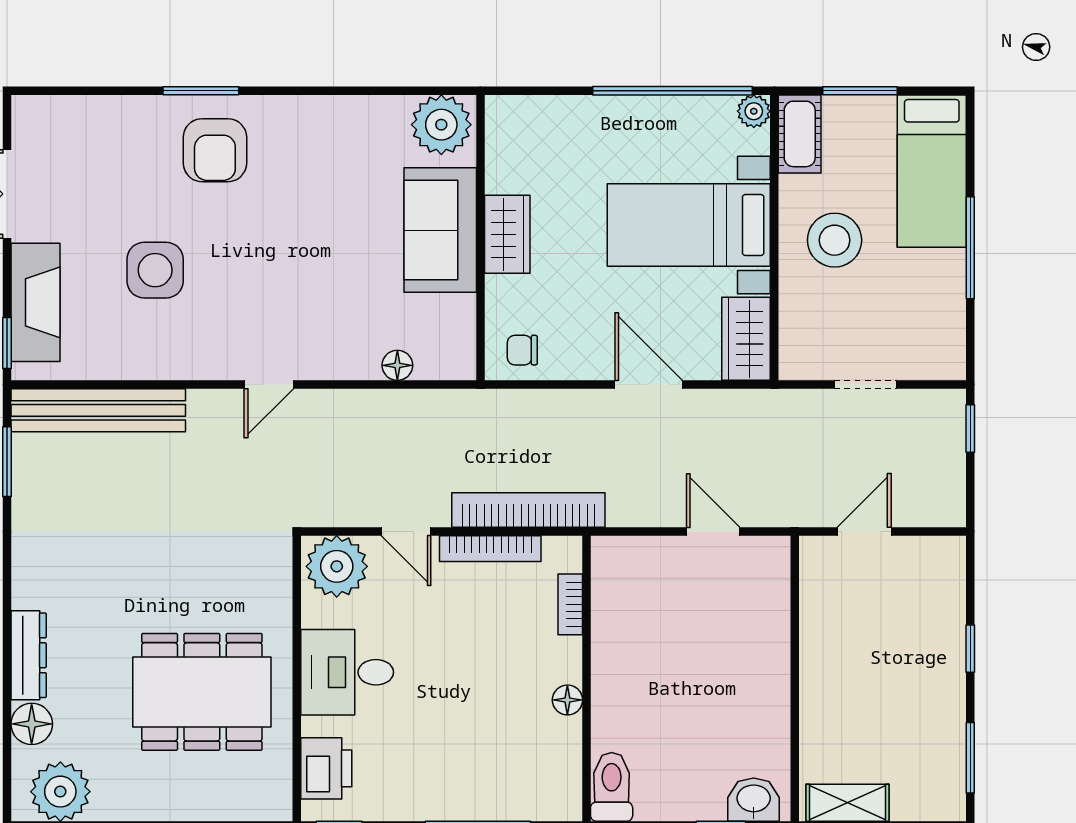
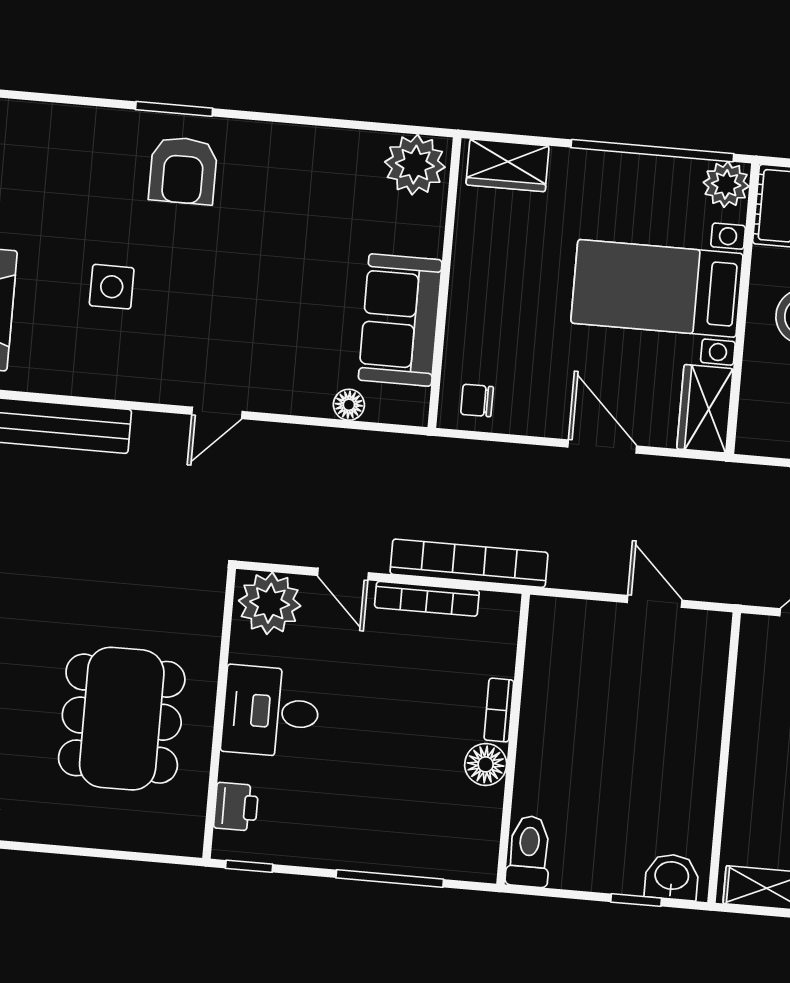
plant: (754, 111) -> (726, 184), width x1.38, depth x1.38
sofa: (440, 230) -> (400, 320), moved
wardrobe: (507, 234) -> (508, 165), moved, turned 90
side table: (155, 270) -> (112, 287), width x0.73, depth x0.73
bookcase: (570, 604) -> (499, 710), moved
dining table: (202, 692) -> (122, 719), turned 90
floor lamp: (567, 700) -> (486, 764), width x1.37, depth x1.37
printer: (326, 768) -> (236, 807), width x0.73, depth x0.81

